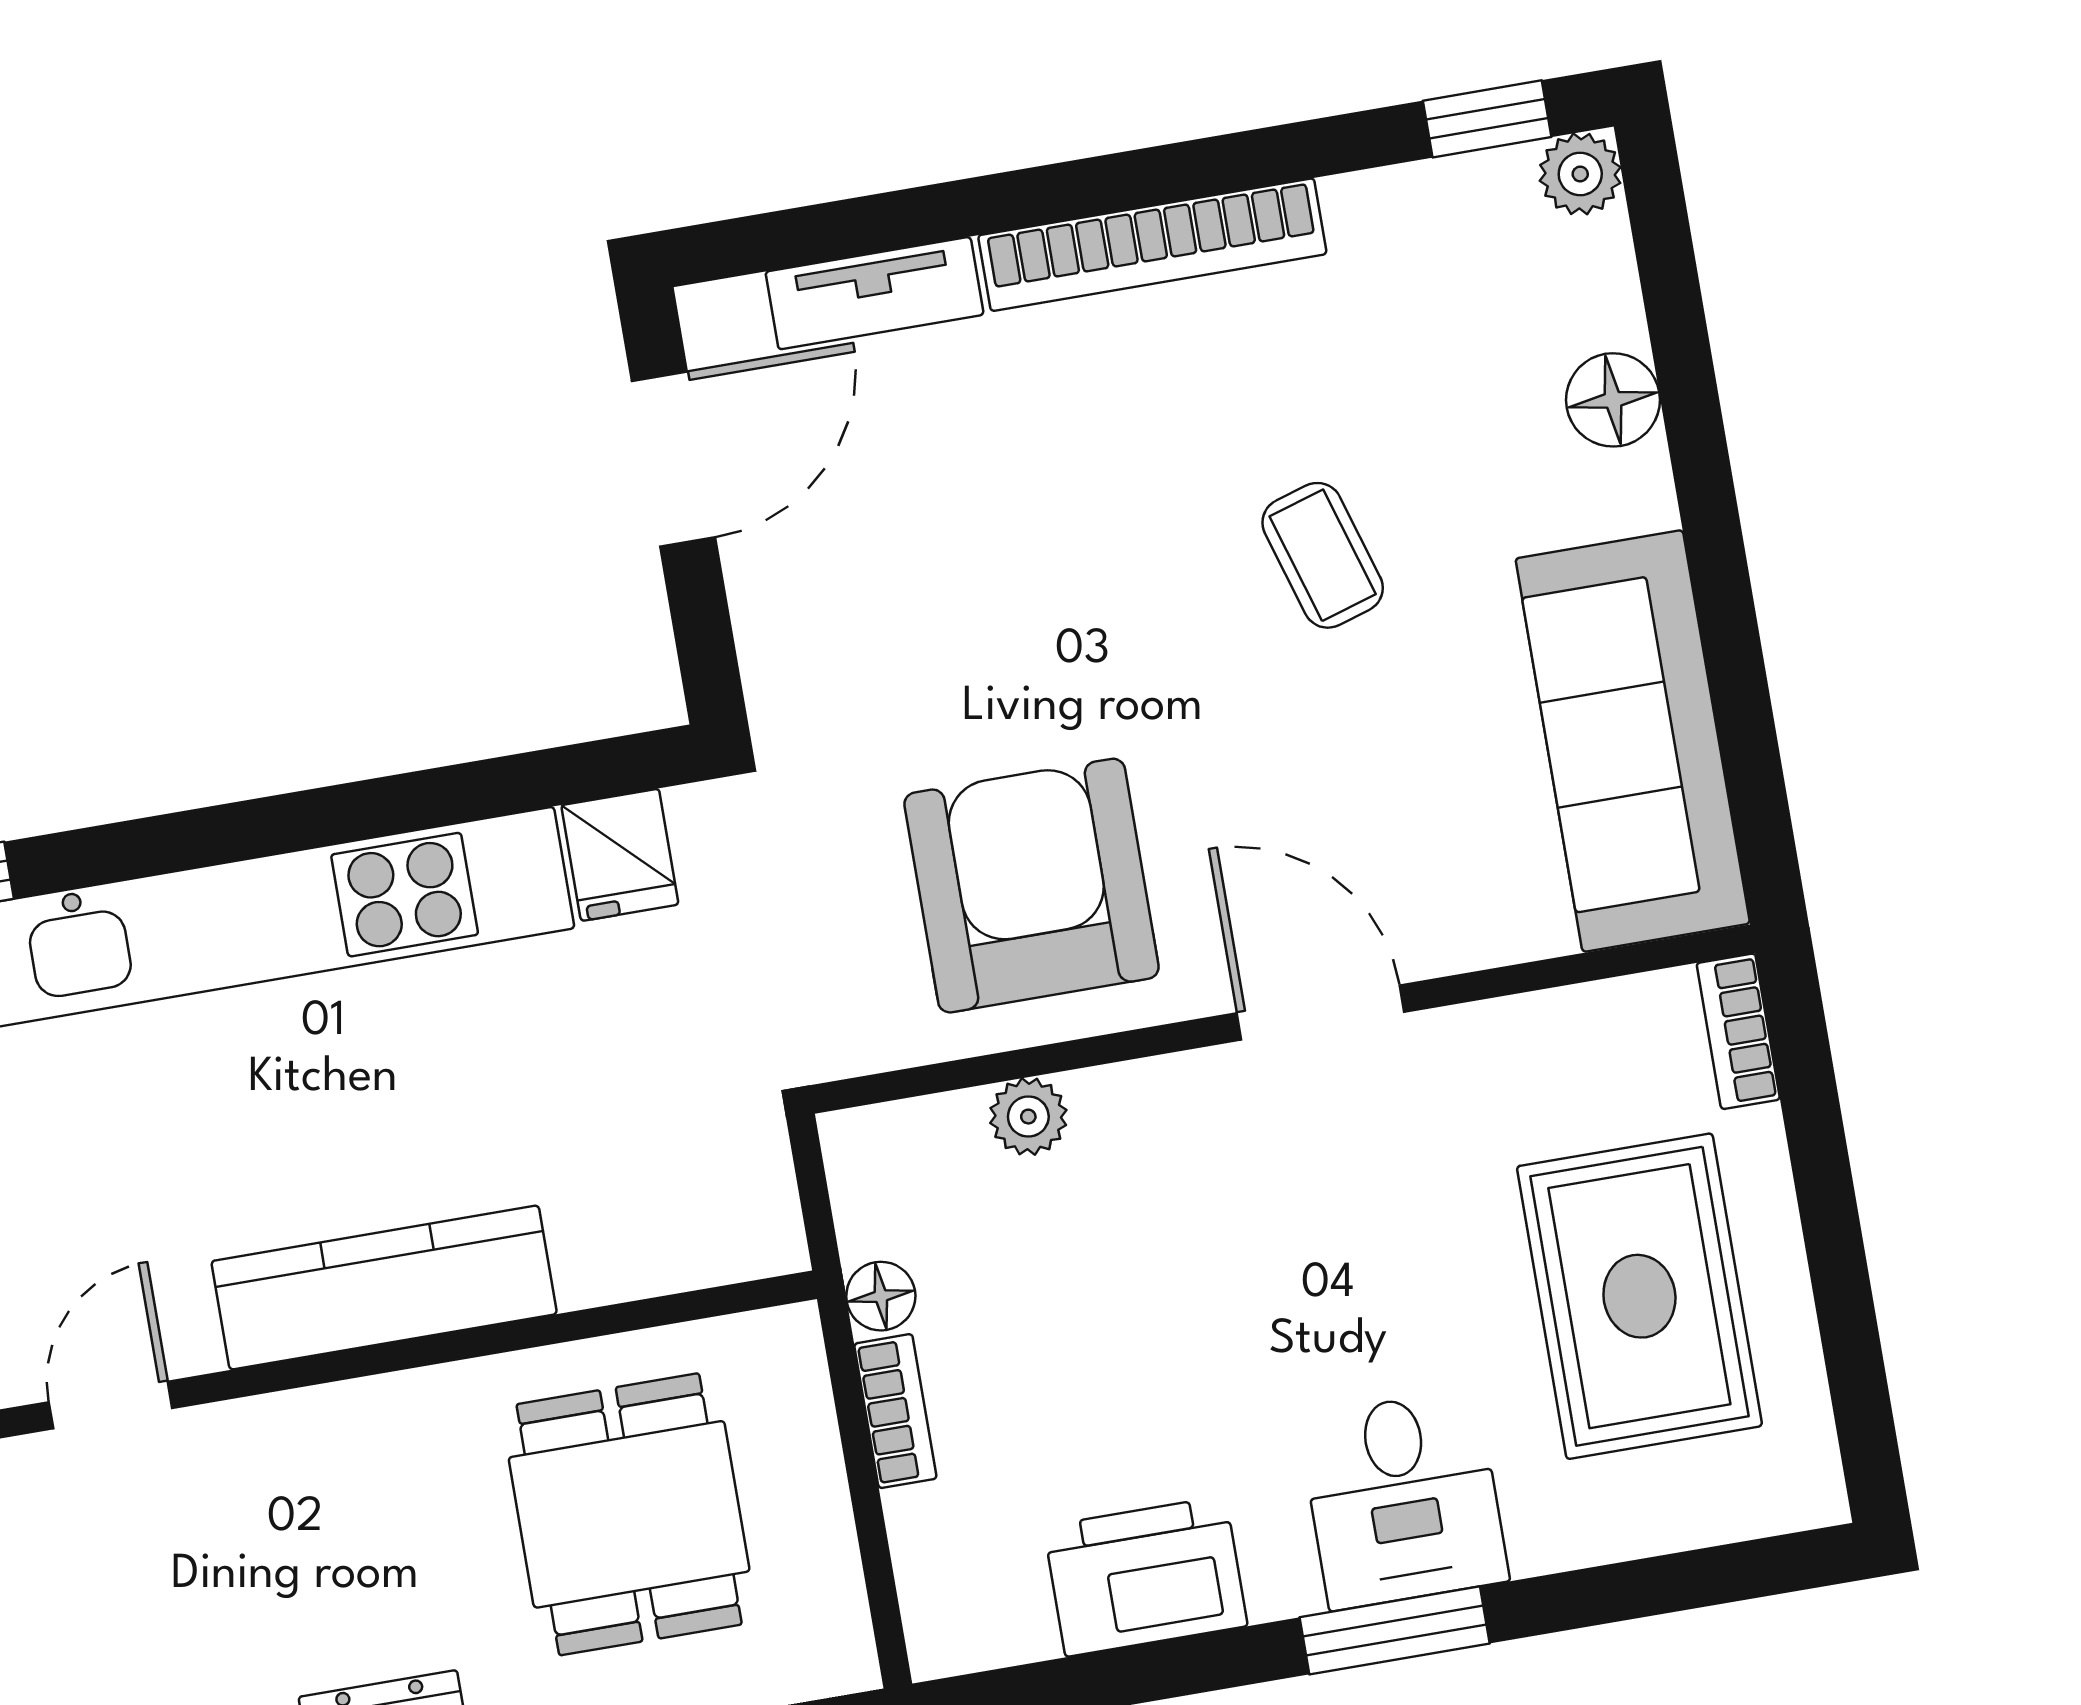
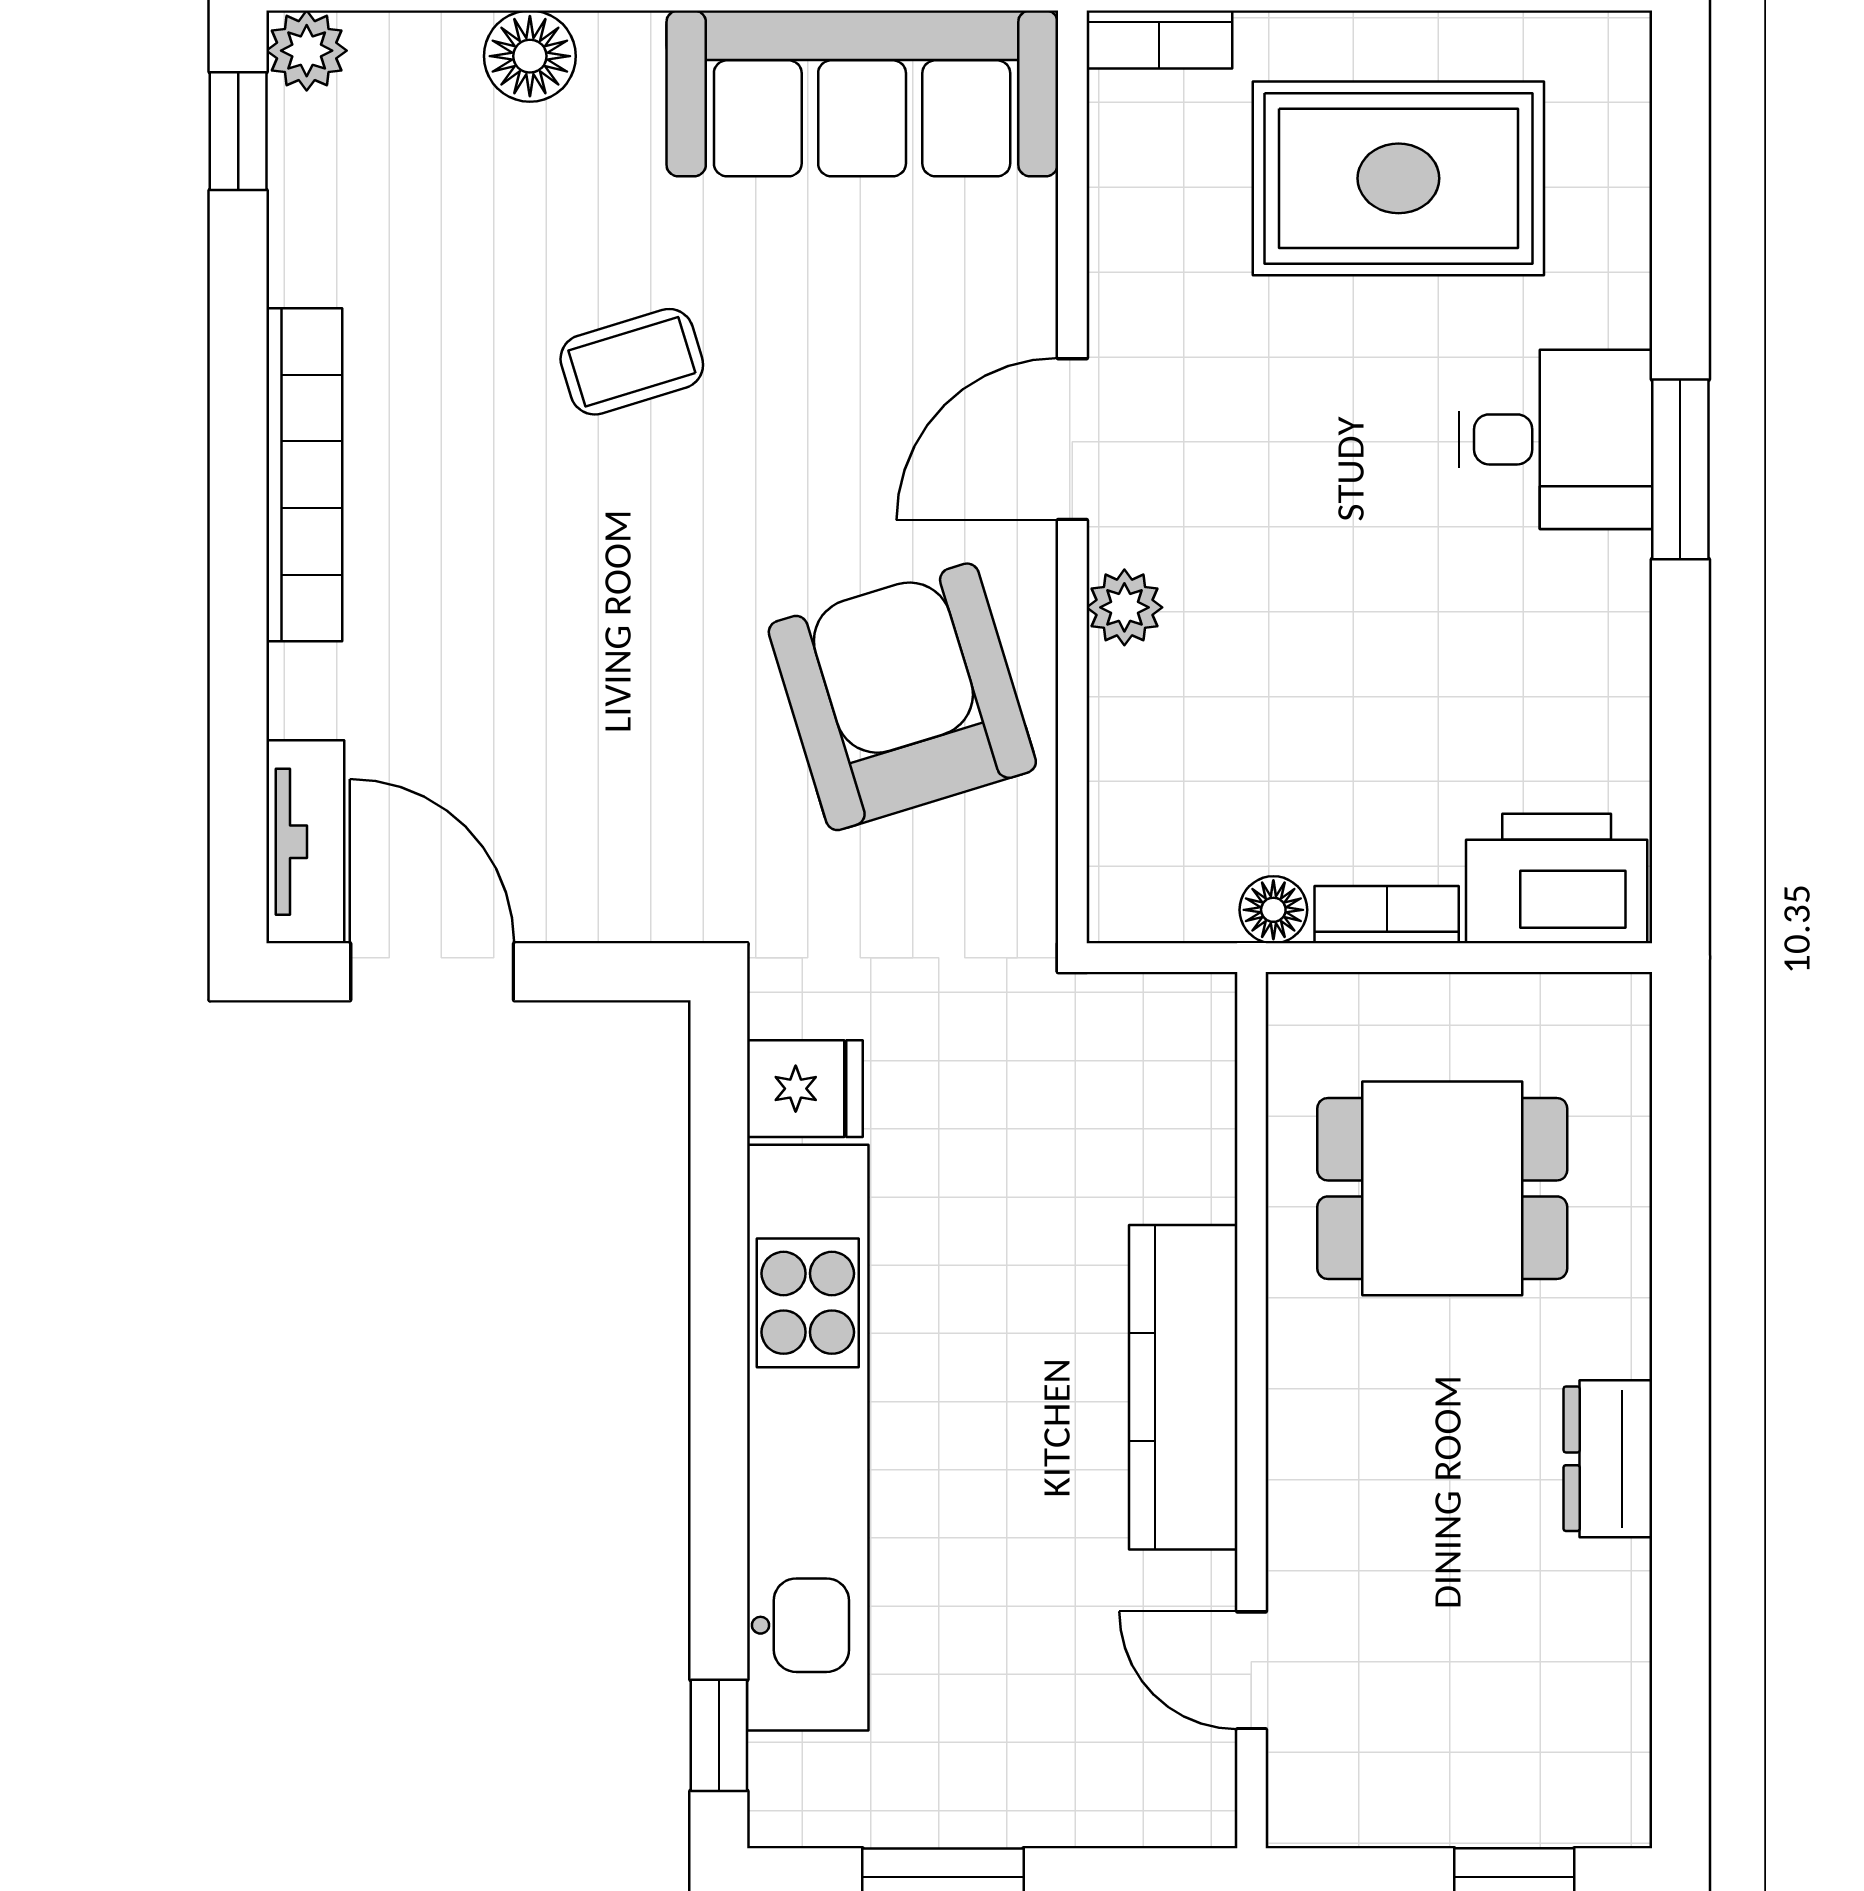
tv unit: (875, 293) -> (305, 842), moved
armchair: (1032, 886) -> (902, 697), turned 73
plant: (1028, 1117) -> (1124, 607), moved
printer: (1146, 1576) -> (1557, 879), moved, turned 90

